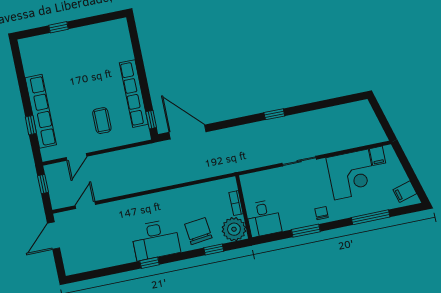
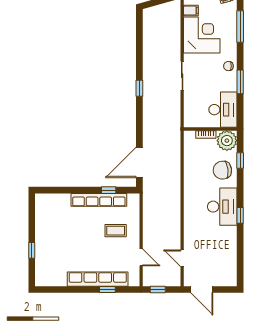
window: (151, 120) -> (109, 190), moved
desk: (264, 218) -> (223, 110), width x1.37

